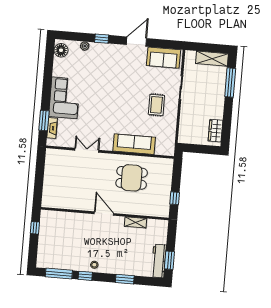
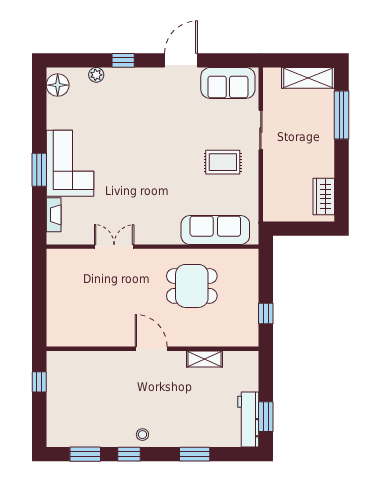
rug: (156, 105) -> (223, 162), turned 90
window: (44, 121) -> (39, 170), moved
sofa: (134, 144) -> (215, 230), moved
window: (59, 274) -> (85, 454), width x0.69

